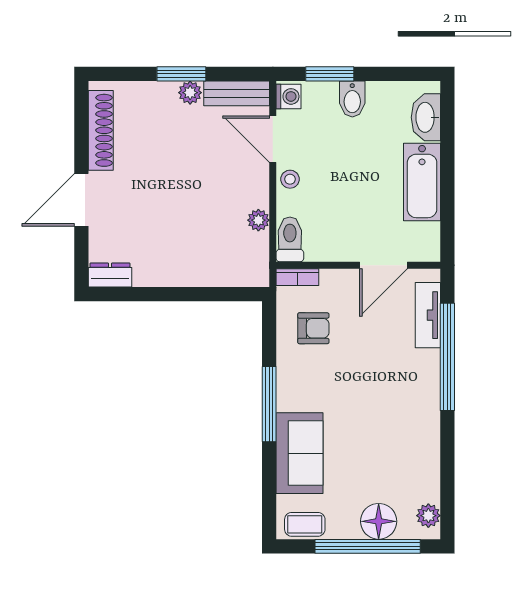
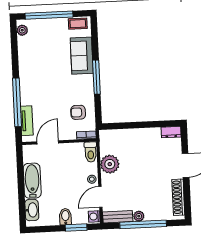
window: (181, 74) -> (143, 224), width x2.11
door: (273, 139) -> (100, 197), swing flipped
plant: (258, 220) -> (110, 164), width x1.87, depth x1.87
floor lamp: (379, 521) -> (45, 27), removed

